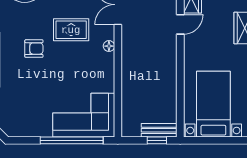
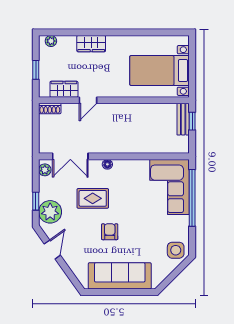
door: (180, 24) -> (88, 100), swing flipped
rug: (71, 30) -> (93, 198), turned 90
side table: (13, 122) -> (176, 250), added

